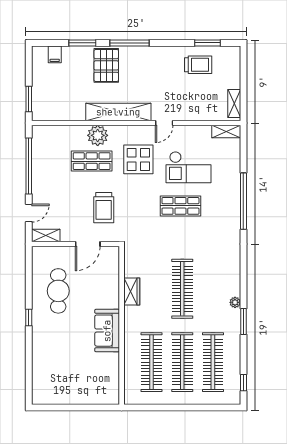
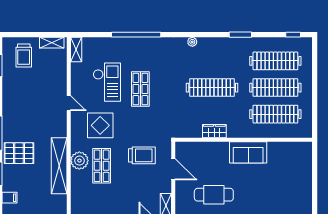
trolley: (198, 65) -> (24, 56), moved, turned 180
shelving: (118, 112) -> (59, 166), moved
plant: (235, 302) -> (192, 42), moved

